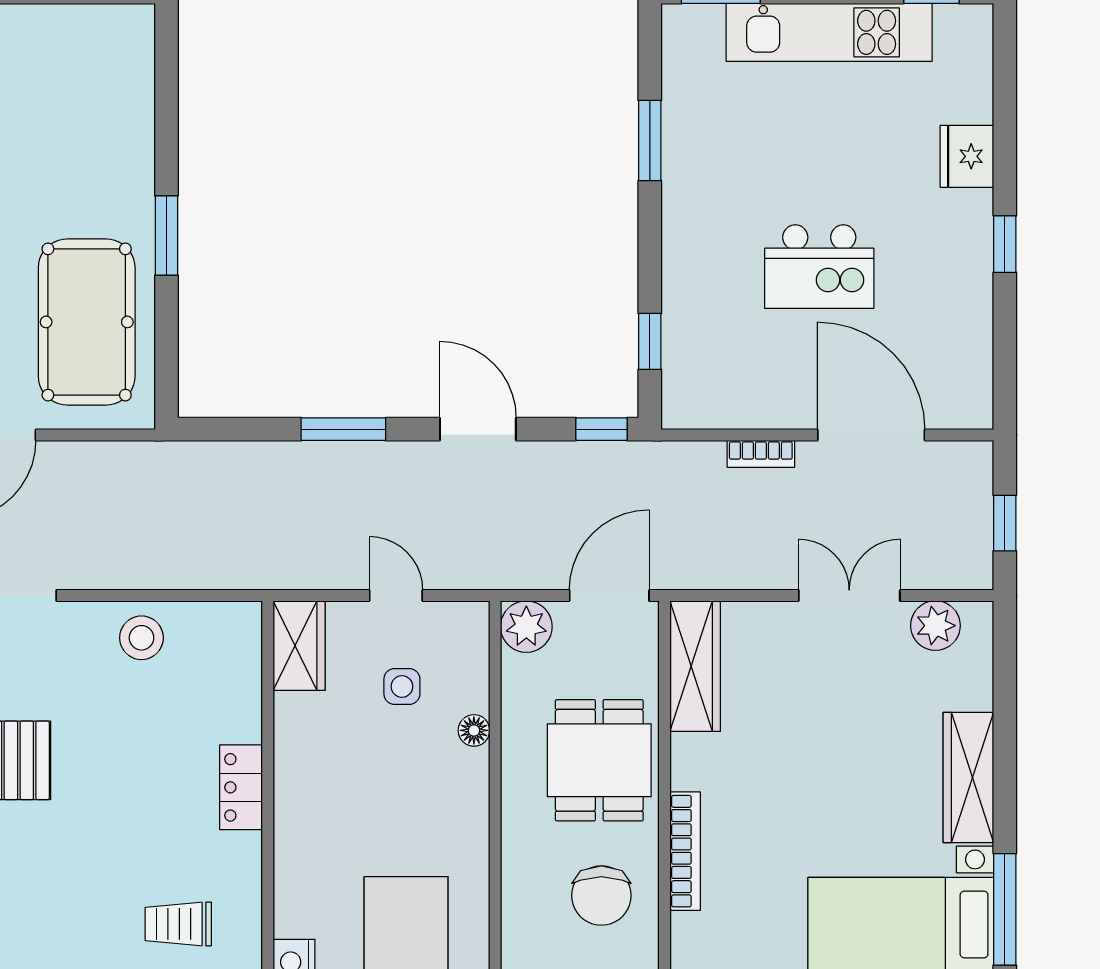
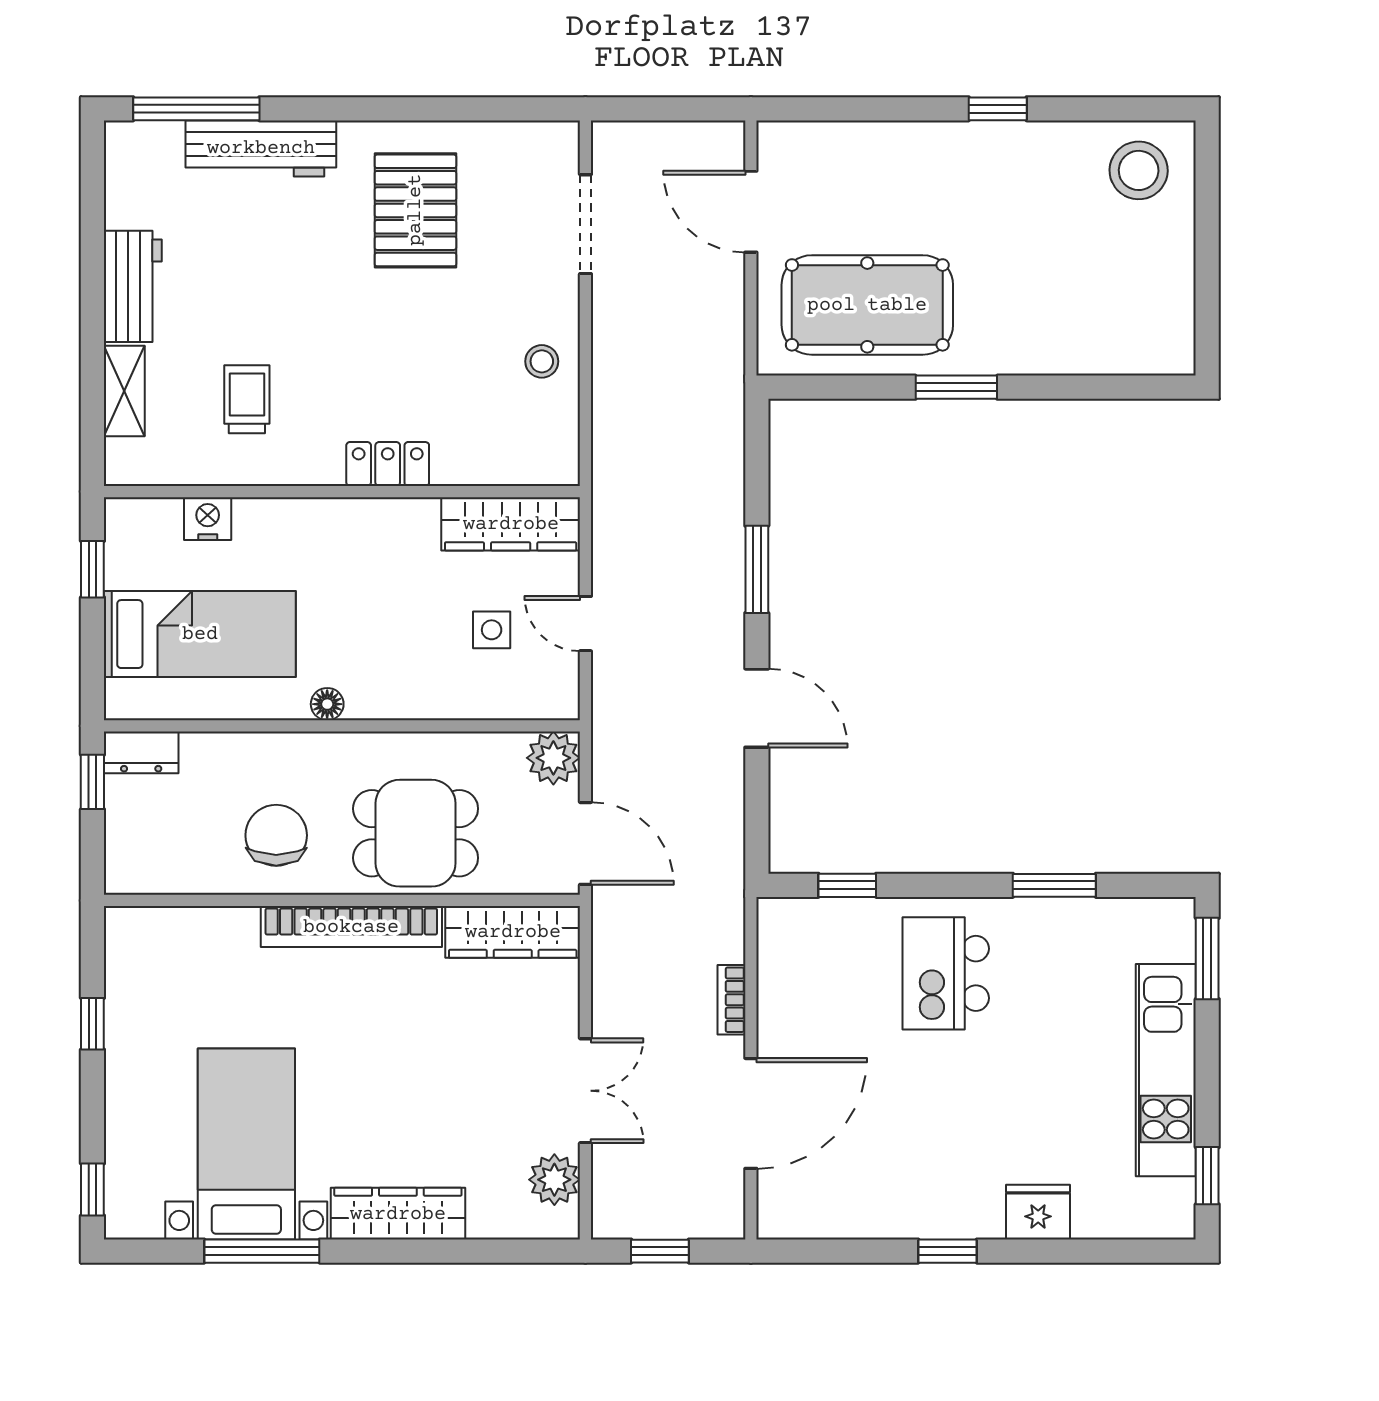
kitchen island: (819, 267) -> (946, 973), moved
door: (478, 429) -> (757, 708), hinge flipped
window: (602, 429) -> (757, 836), removed
door: (396, 595) -> (585, 624), swing flipped
stool: (141, 638) -> (542, 361), width x0.73, depth x0.73
wardrobe: (299, 646) -> (511, 524), width x1.50
floor lamp: (474, 730) -> (327, 704), moved
bookcase: (685, 851) -> (351, 927), width x1.48, depth x1.31
chair: (601, 896) -> (276, 835), turned 90

